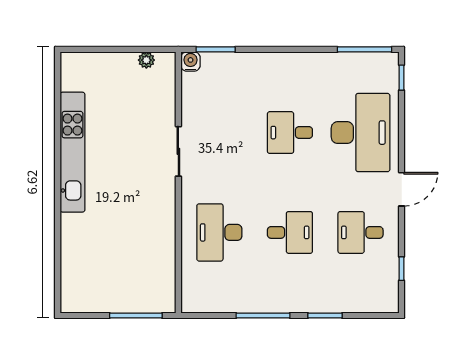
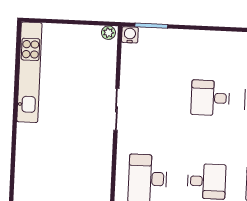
plant: (146, 60) -> (108, 33), moved
kitchen unit: (72, 152) -> (29, 72), moved

